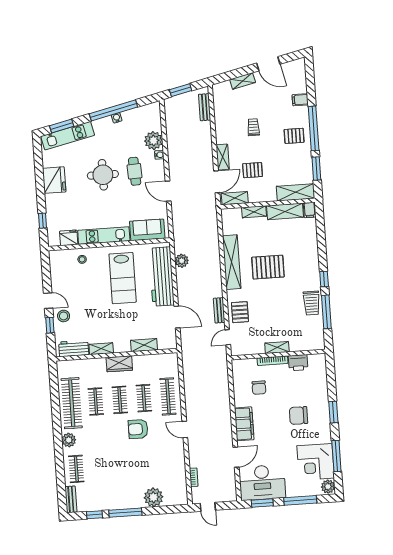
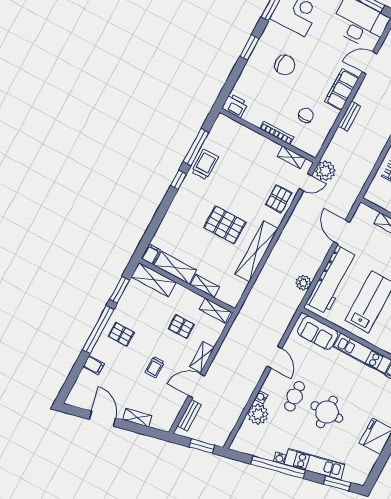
kitchen unit: (68, 136) -> (314, 464), moved
door: (217, 182) -> (196, 386), moved
bench: (219, 310) -> (349, 116), moved
shelving: (277, 347) -> (292, 157), moved
plant: (218, 355) -> (325, 171), added
printer: (298, 363) -> (235, 106), moved

